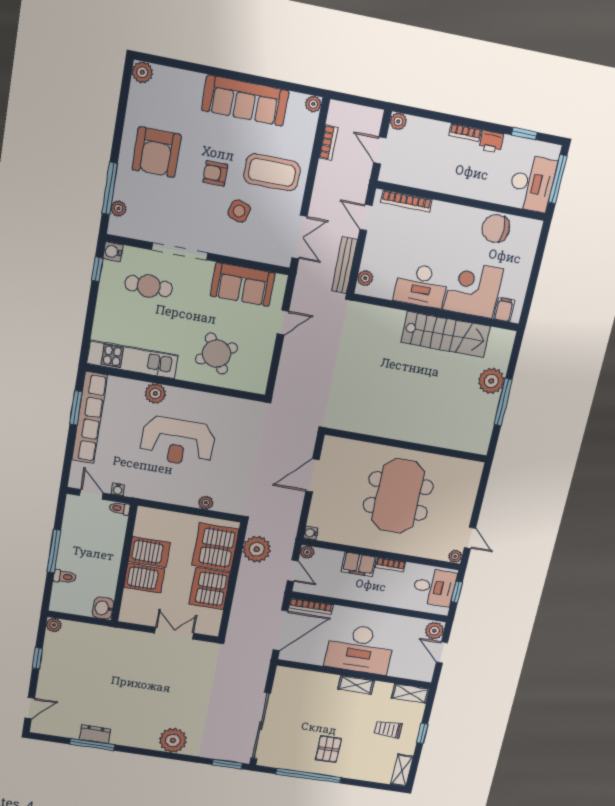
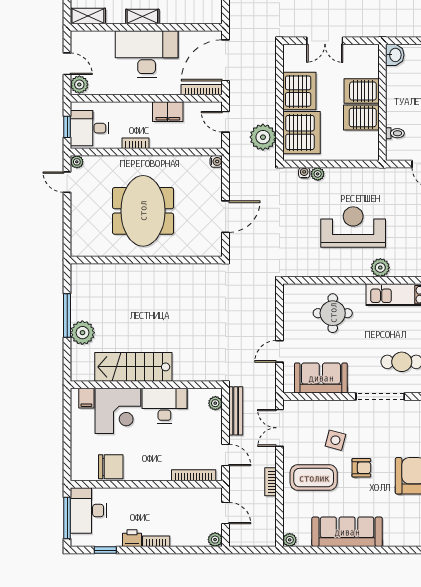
bookcase: (328, 143) -> (271, 482), moved
round table: (216, 354) -> (333, 313), turned 30
water cooler: (118, 489) -> (304, 173), moved
toilet: (120, 508) -> (395, 133), moved
plant: (307, 552) -> (216, 142), removed
filing cabinet: (359, 564) -> (168, 112), moved, turned 180

